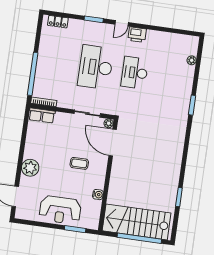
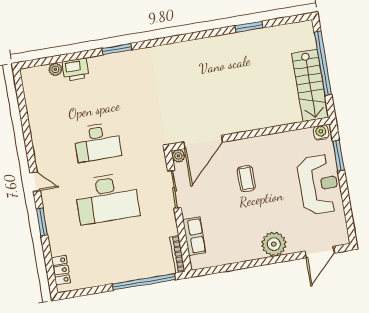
printer: (137, 35) -> (76, 69), moved, turned 90
row of seats: (42, 115) -> (194, 236), moved
water cooler: (98, 195) -> (321, 132), moved
stairs: (137, 222) -> (310, 85), width x0.73, depth x0.66

